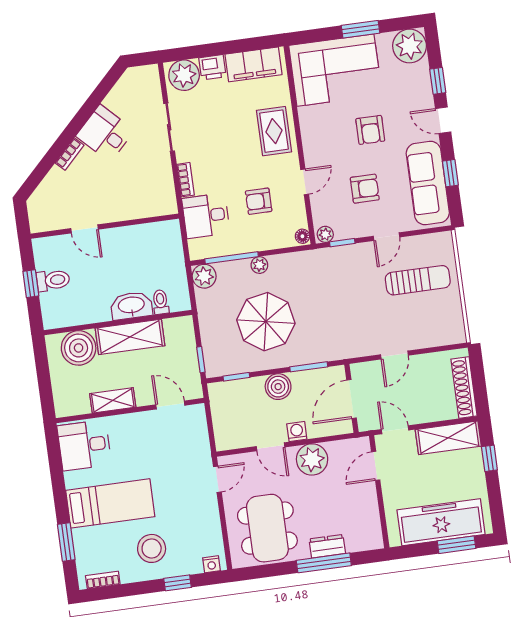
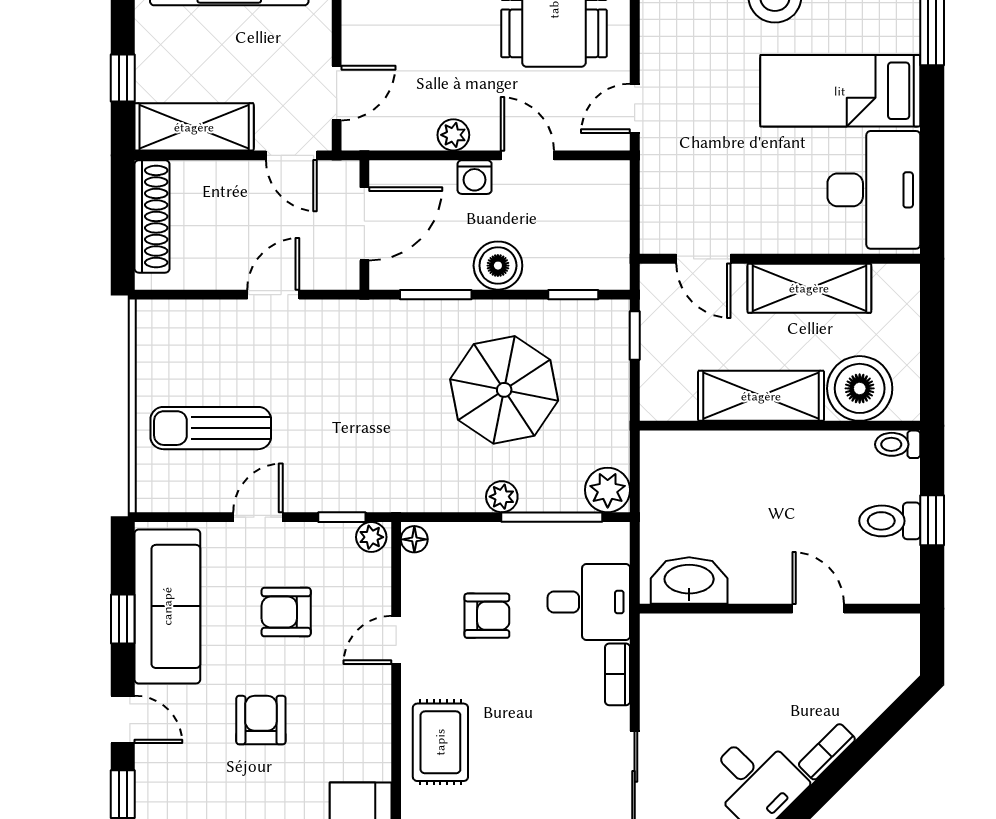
toilet: (161, 302) -> (898, 444), moved, turned 90
washbasin: (131, 306) -> (689, 581), moved, turned 180
shelving: (113, 400) -> (809, 288), width x1.50, depth x1.33
desk: (84, 445) -> (874, 190), width x1.37
plant: (312, 459) -> (453, 135), width x0.53, depth x0.53

